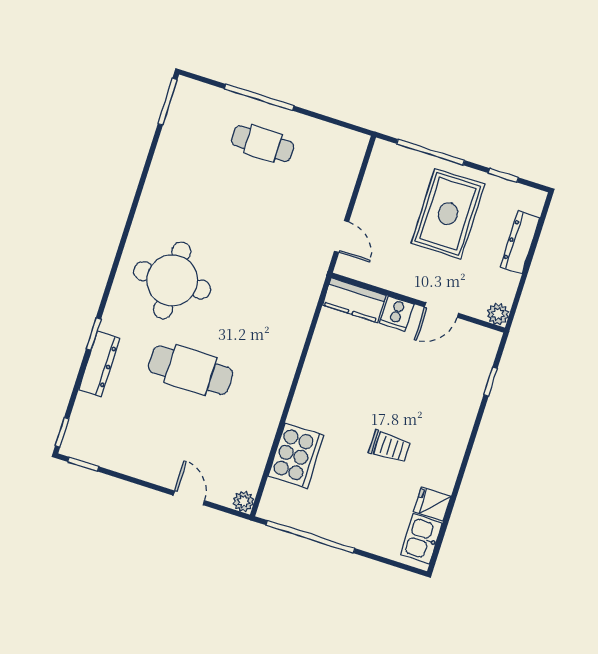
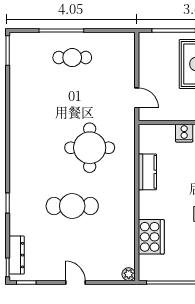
round table: (172, 280) -> (90, 148), moved
kitchen counter: (354, 300) -> (147, 172), moved, turned -90
dresser: (99, 364) -> (17, 255), moved
door: (189, 498) -> (75, 282), moved

